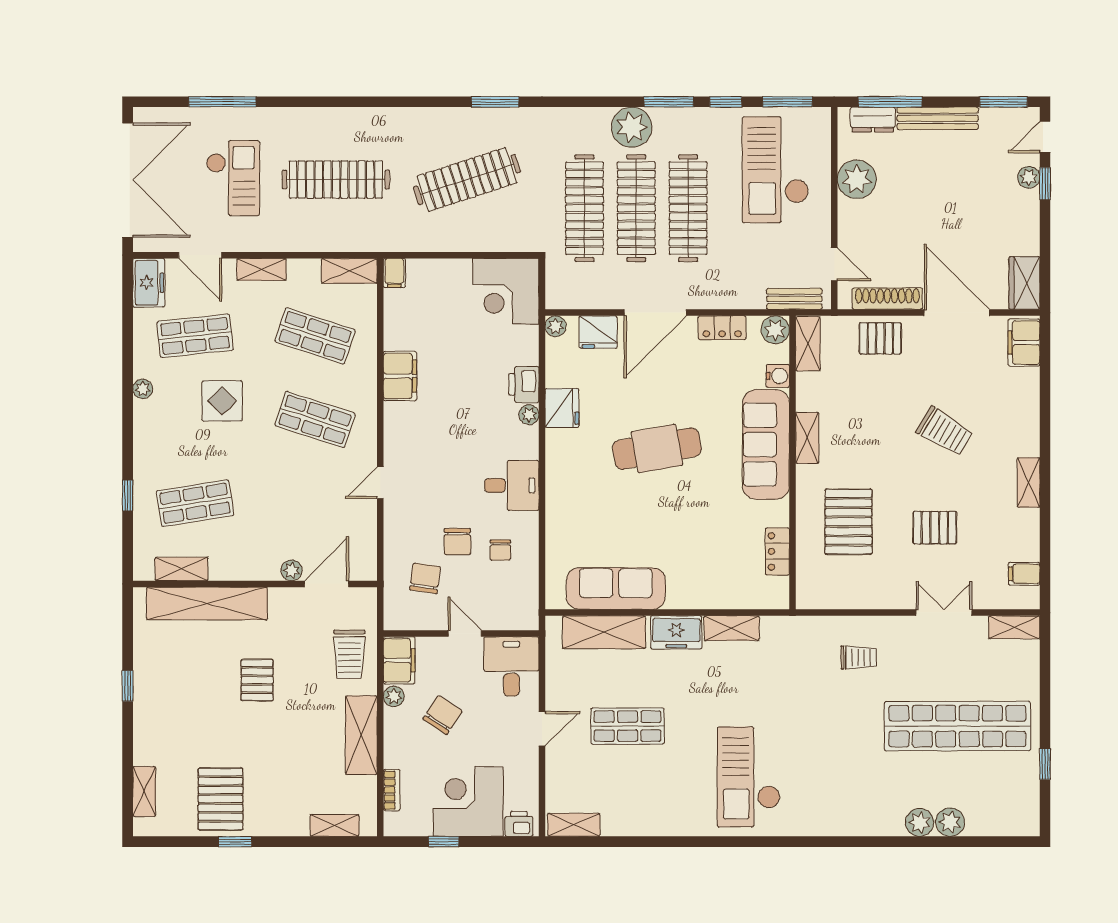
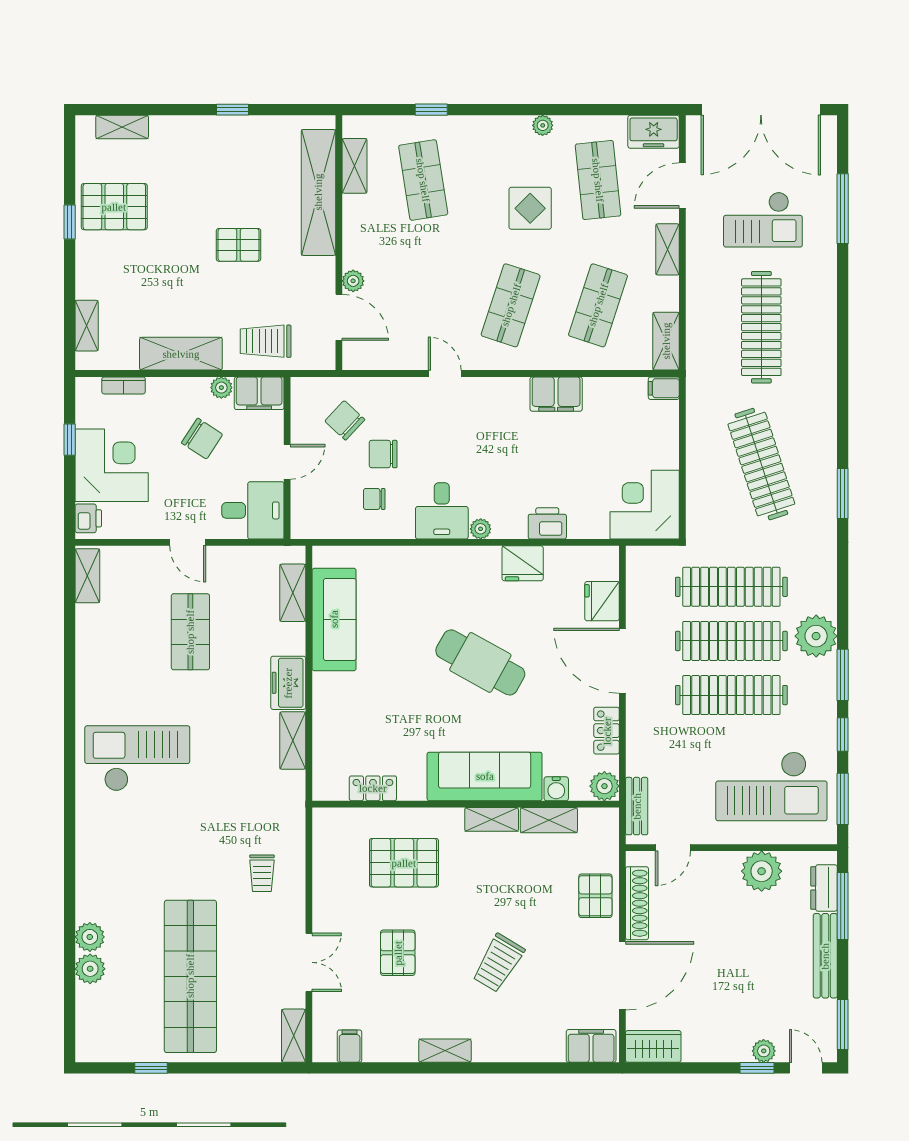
checkout: (775, 170) -> (771, 786), turned 180
plant: (556, 326) -> (608, 557), removed
shelving: (808, 344) -> (549, 820), moved
plant: (529, 415) -> (481, 529), moved
cafe table: (657, 449) -> (480, 662), turned -51
chair: (425, 578) -> (345, 420), turned -145
shelving: (604, 632) -> (293, 593), width x0.67, depth x0.75

